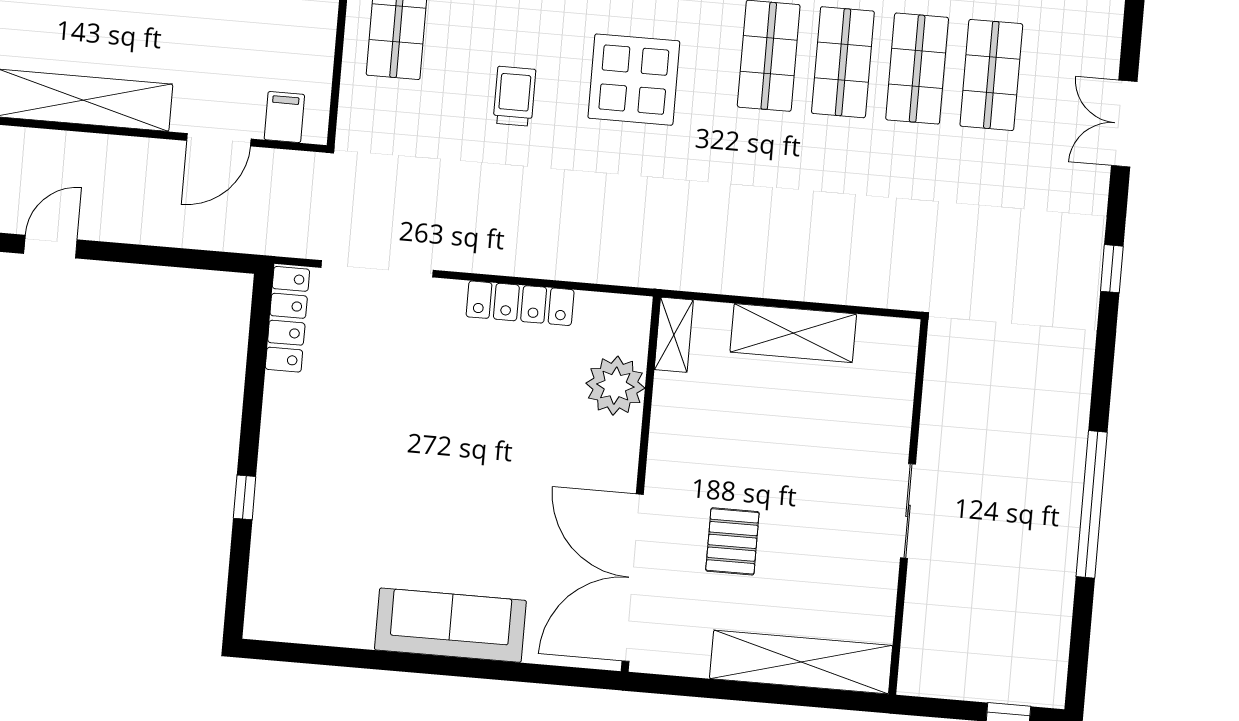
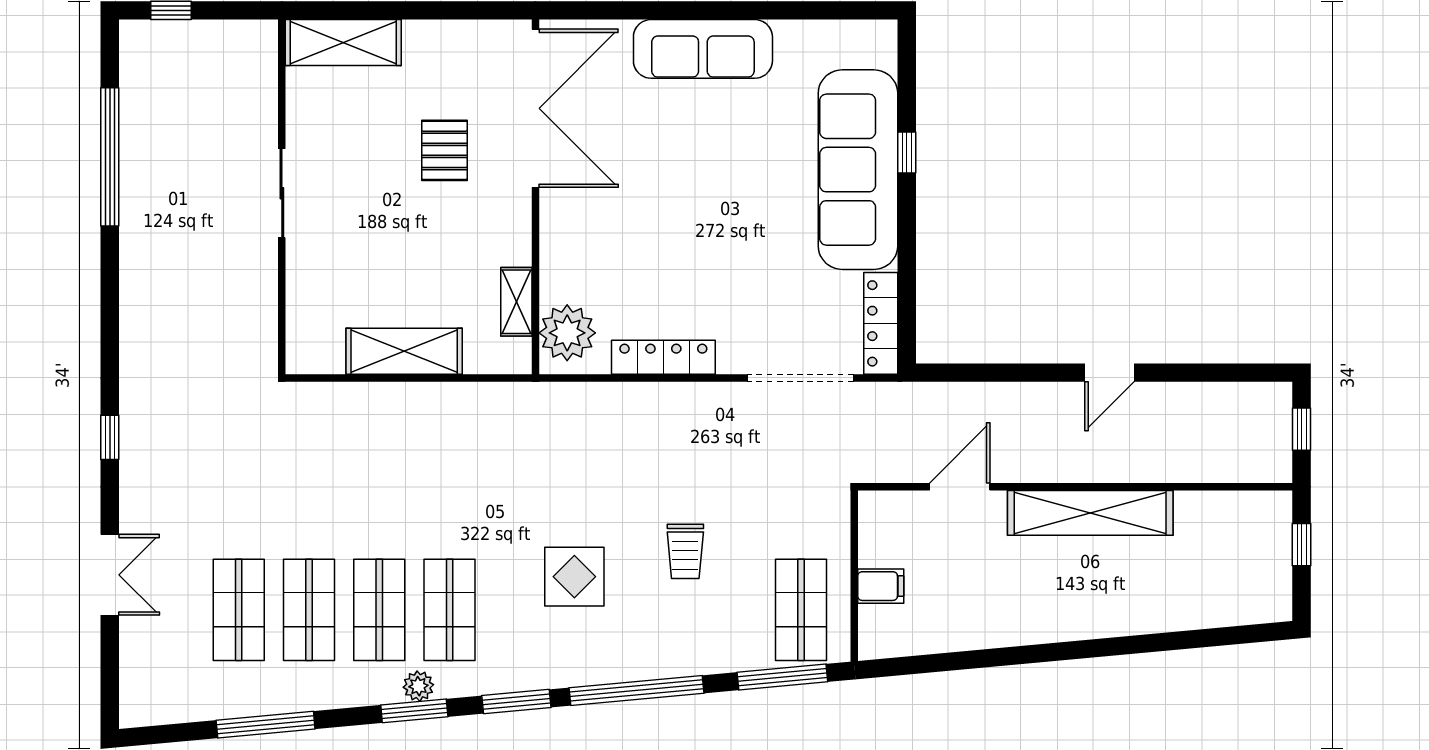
display table: (634, 80) -> (574, 577), width x0.73, depth x0.73
filing cabinet: (284, 117) -> (881, 586), moved, turned -90
shelving: (674, 335) -> (516, 302), moved
plant: (615, 386) -> (567, 333), moved
sofa: (298, 484) -> (858, 170), added
window: (1092, 504) -> (110, 157), moved
shelving: (801, 662) -> (343, 43), width x0.68

